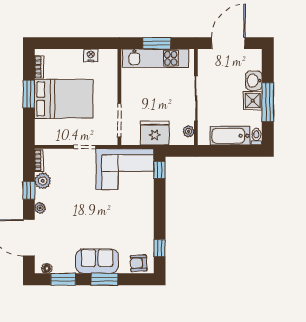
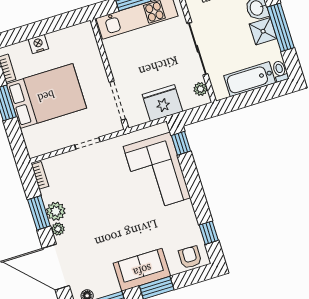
nightstand: (91, 55) -> (38, 44), moved
corner sofa: (125, 169) -> (157, 172), moved, turned 90
plant: (43, 181) -> (56, 211), moved
window: (29, 190) -> (39, 213), width x1.50
armchair: (139, 263) -> (190, 257), turned 93

